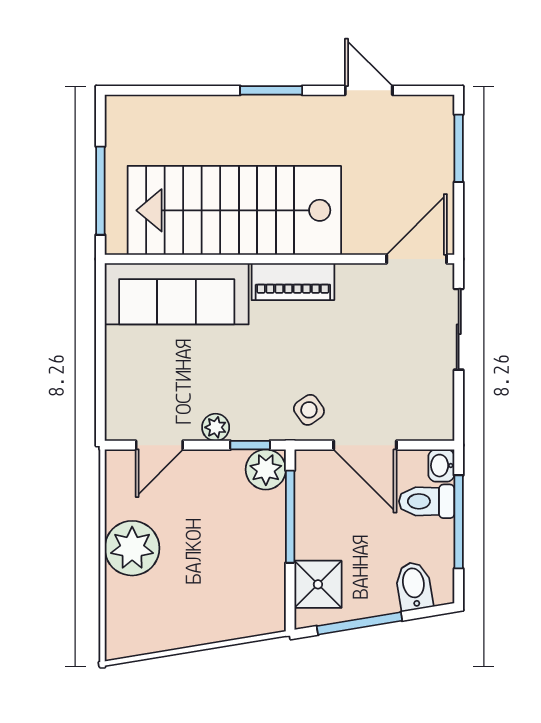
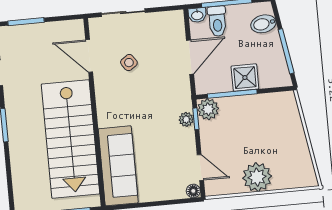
door: (417, 259) -> (89, 56), moved
piano: (293, 282) -> (106, 104), removed
side table: (309, 410) -> (129, 63), moved
plant: (216, 427) -> (186, 119), moved
floor lamp: (117, 428) -> (193, 191), added
shower: (318, 584) -> (245, 78), moved

